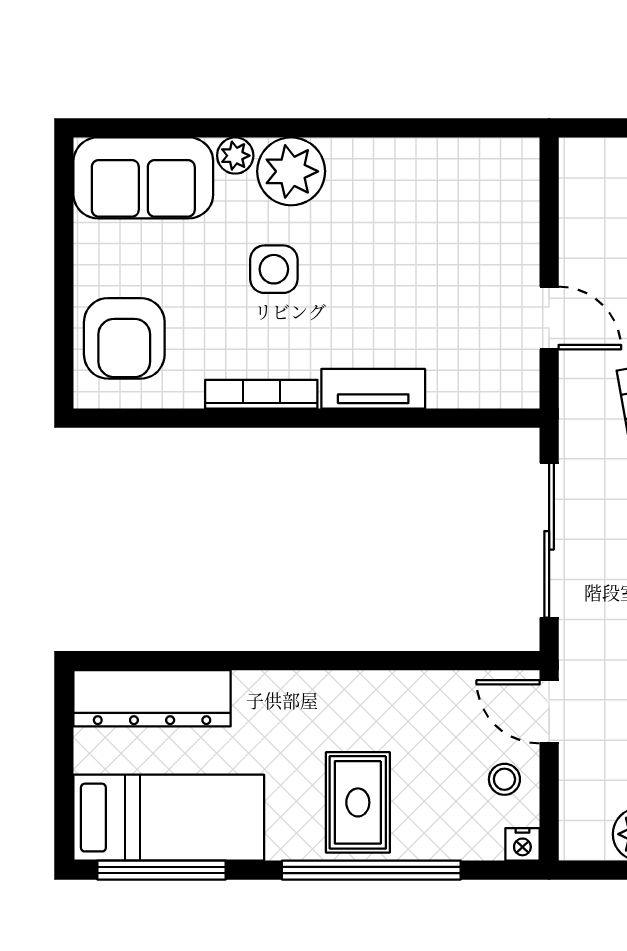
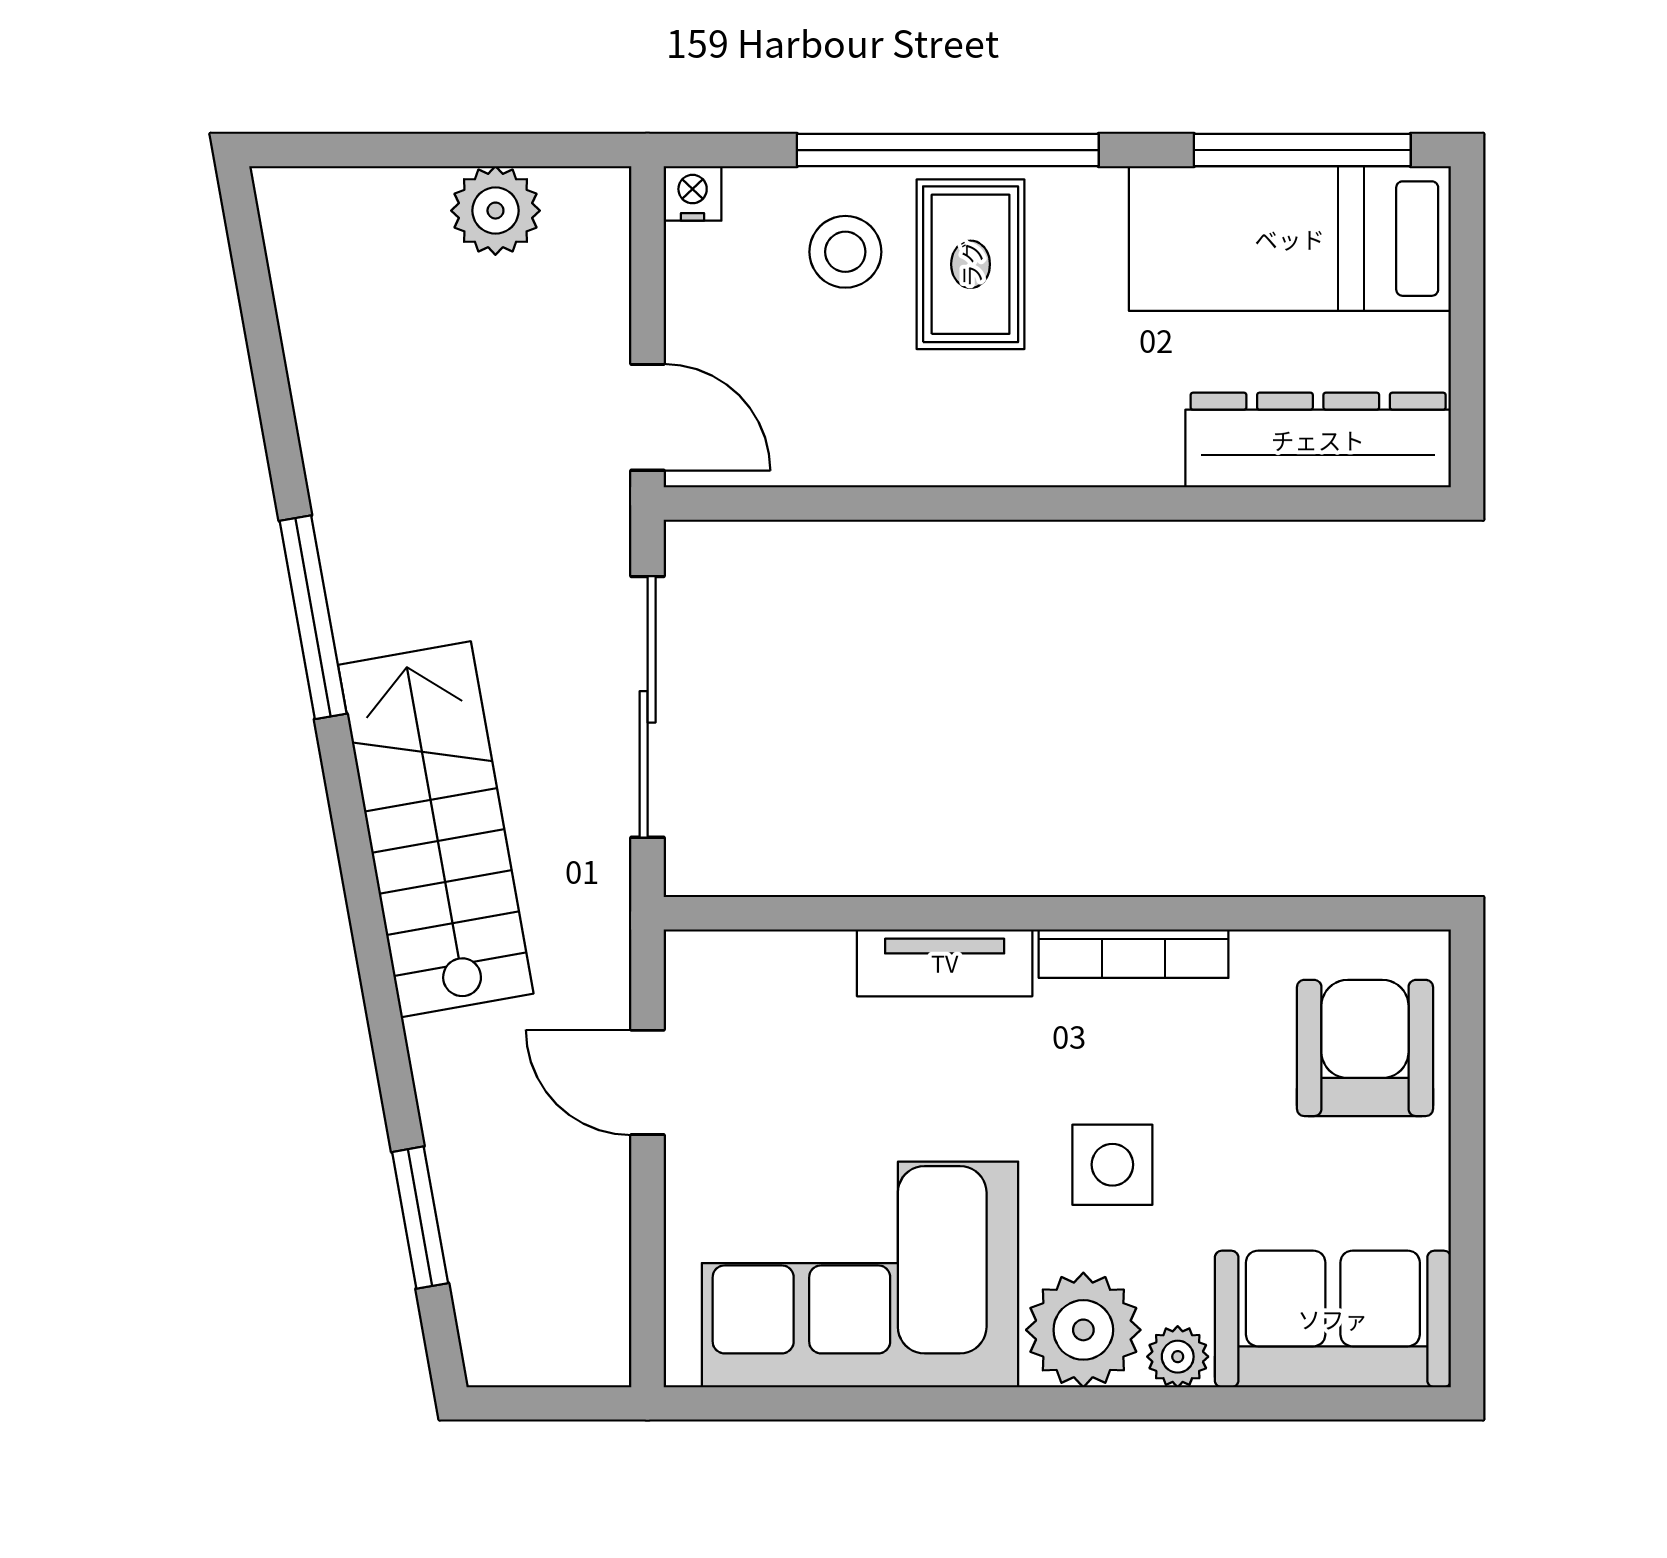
corner sofa: (423, 204) -> (860, 1274), added
stool: (504, 779) -> (845, 252), moved, width x1.37, depth x1.37

